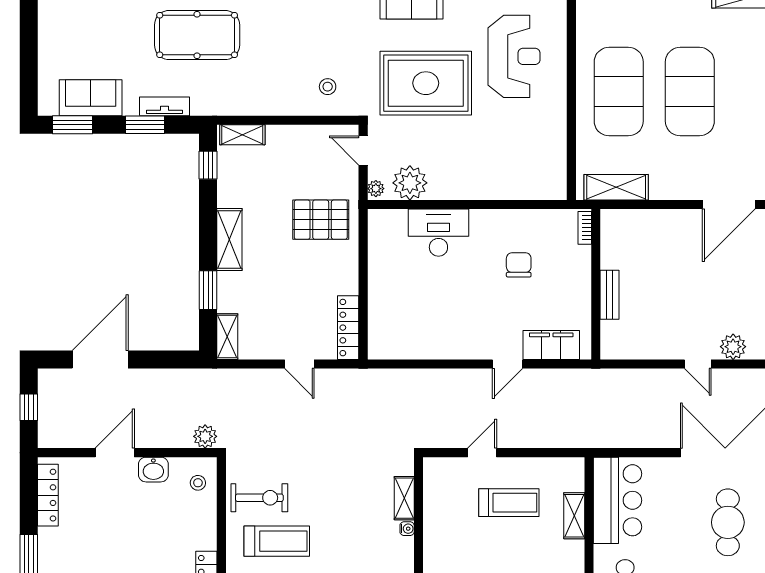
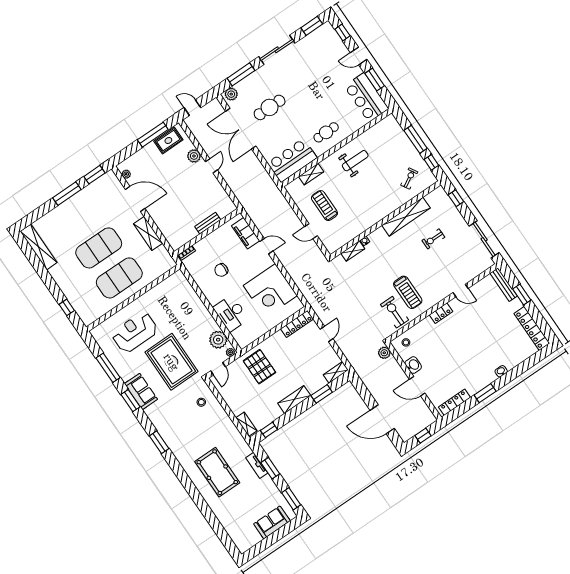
sofa: (91, 98) -> (272, 522), moved, turned 90
shelving: (616, 187) -> (148, 233), moved
corner desk: (431, 321) -> (270, 291), added
treadmill: (277, 541) -> (408, 292), turned 180

